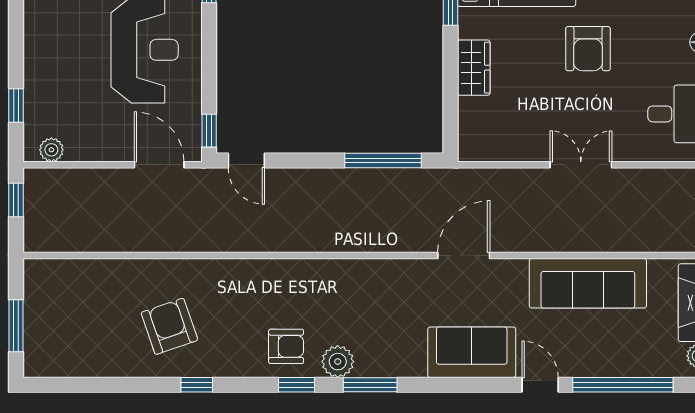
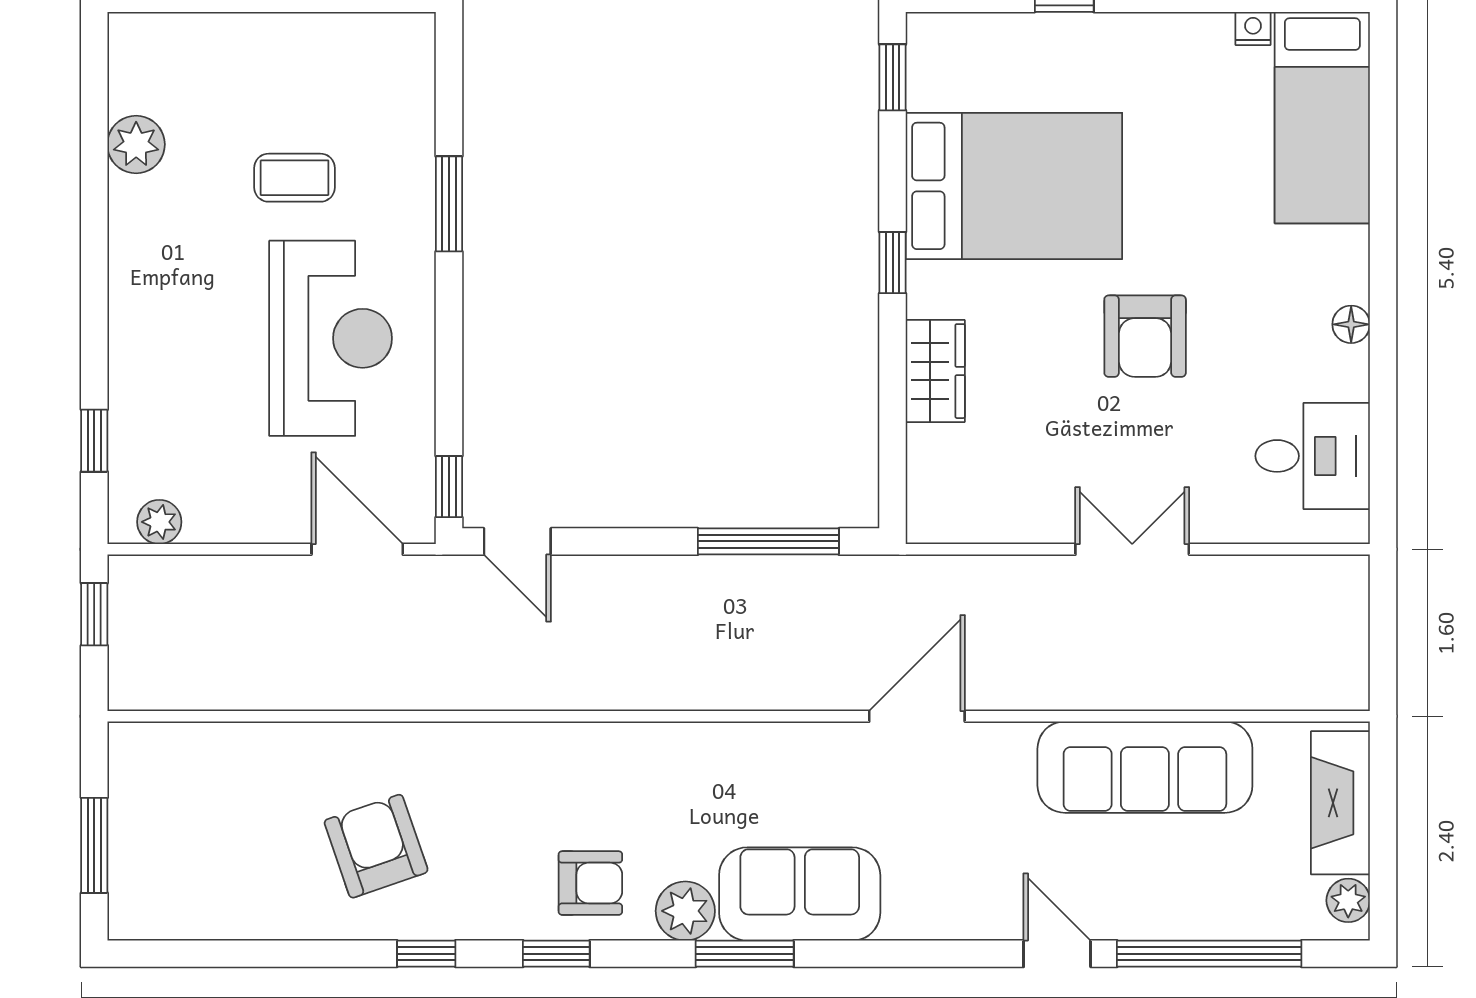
sofa: (472, 352) -> (800, 894), moved
window: (296, 385) -> (556, 954), moved

